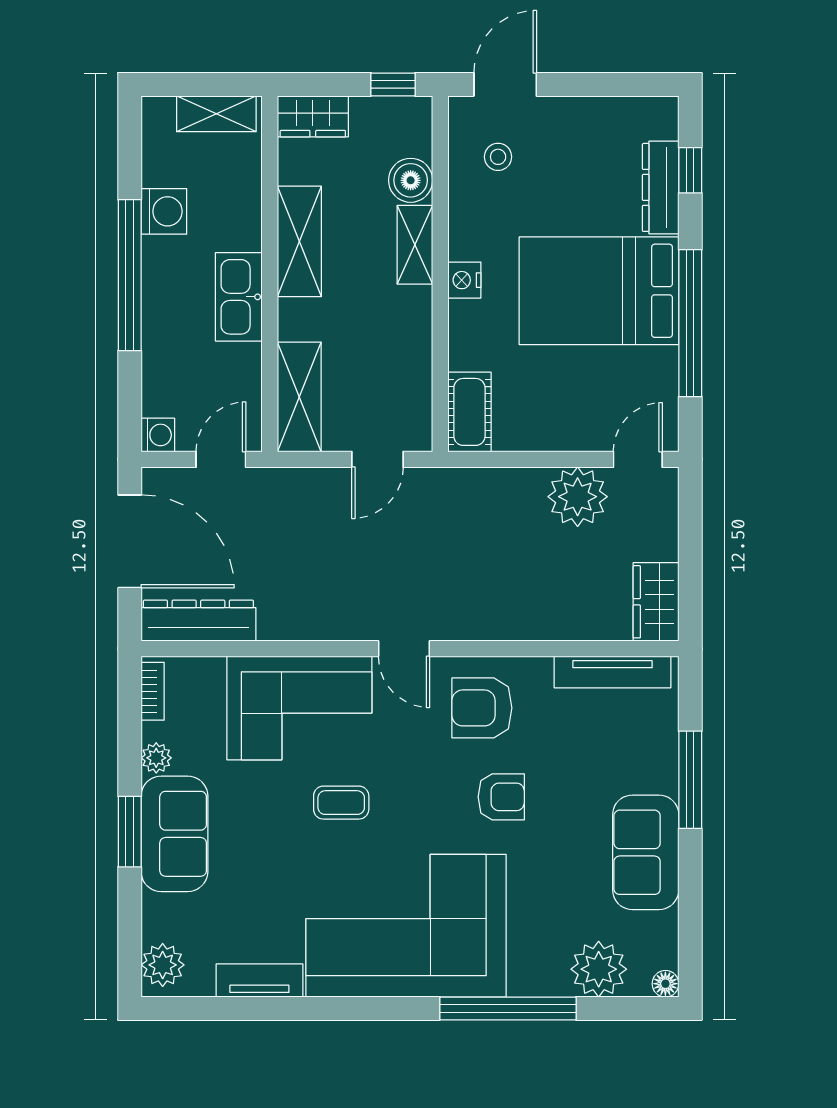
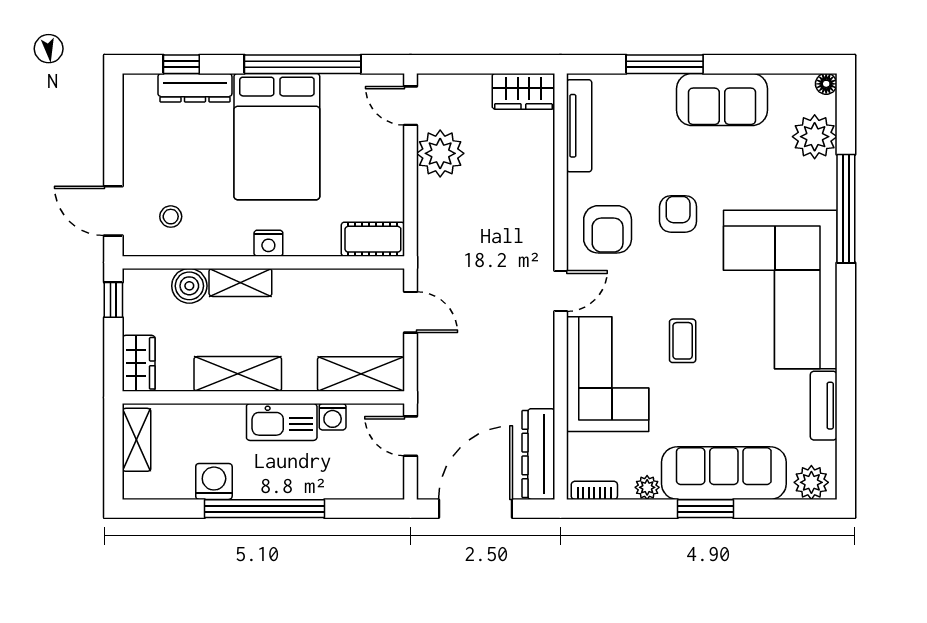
washing machine: (158, 435) -> (333, 417), moved, turned 180
sofa: (174, 834) -> (724, 473), width x1.36

